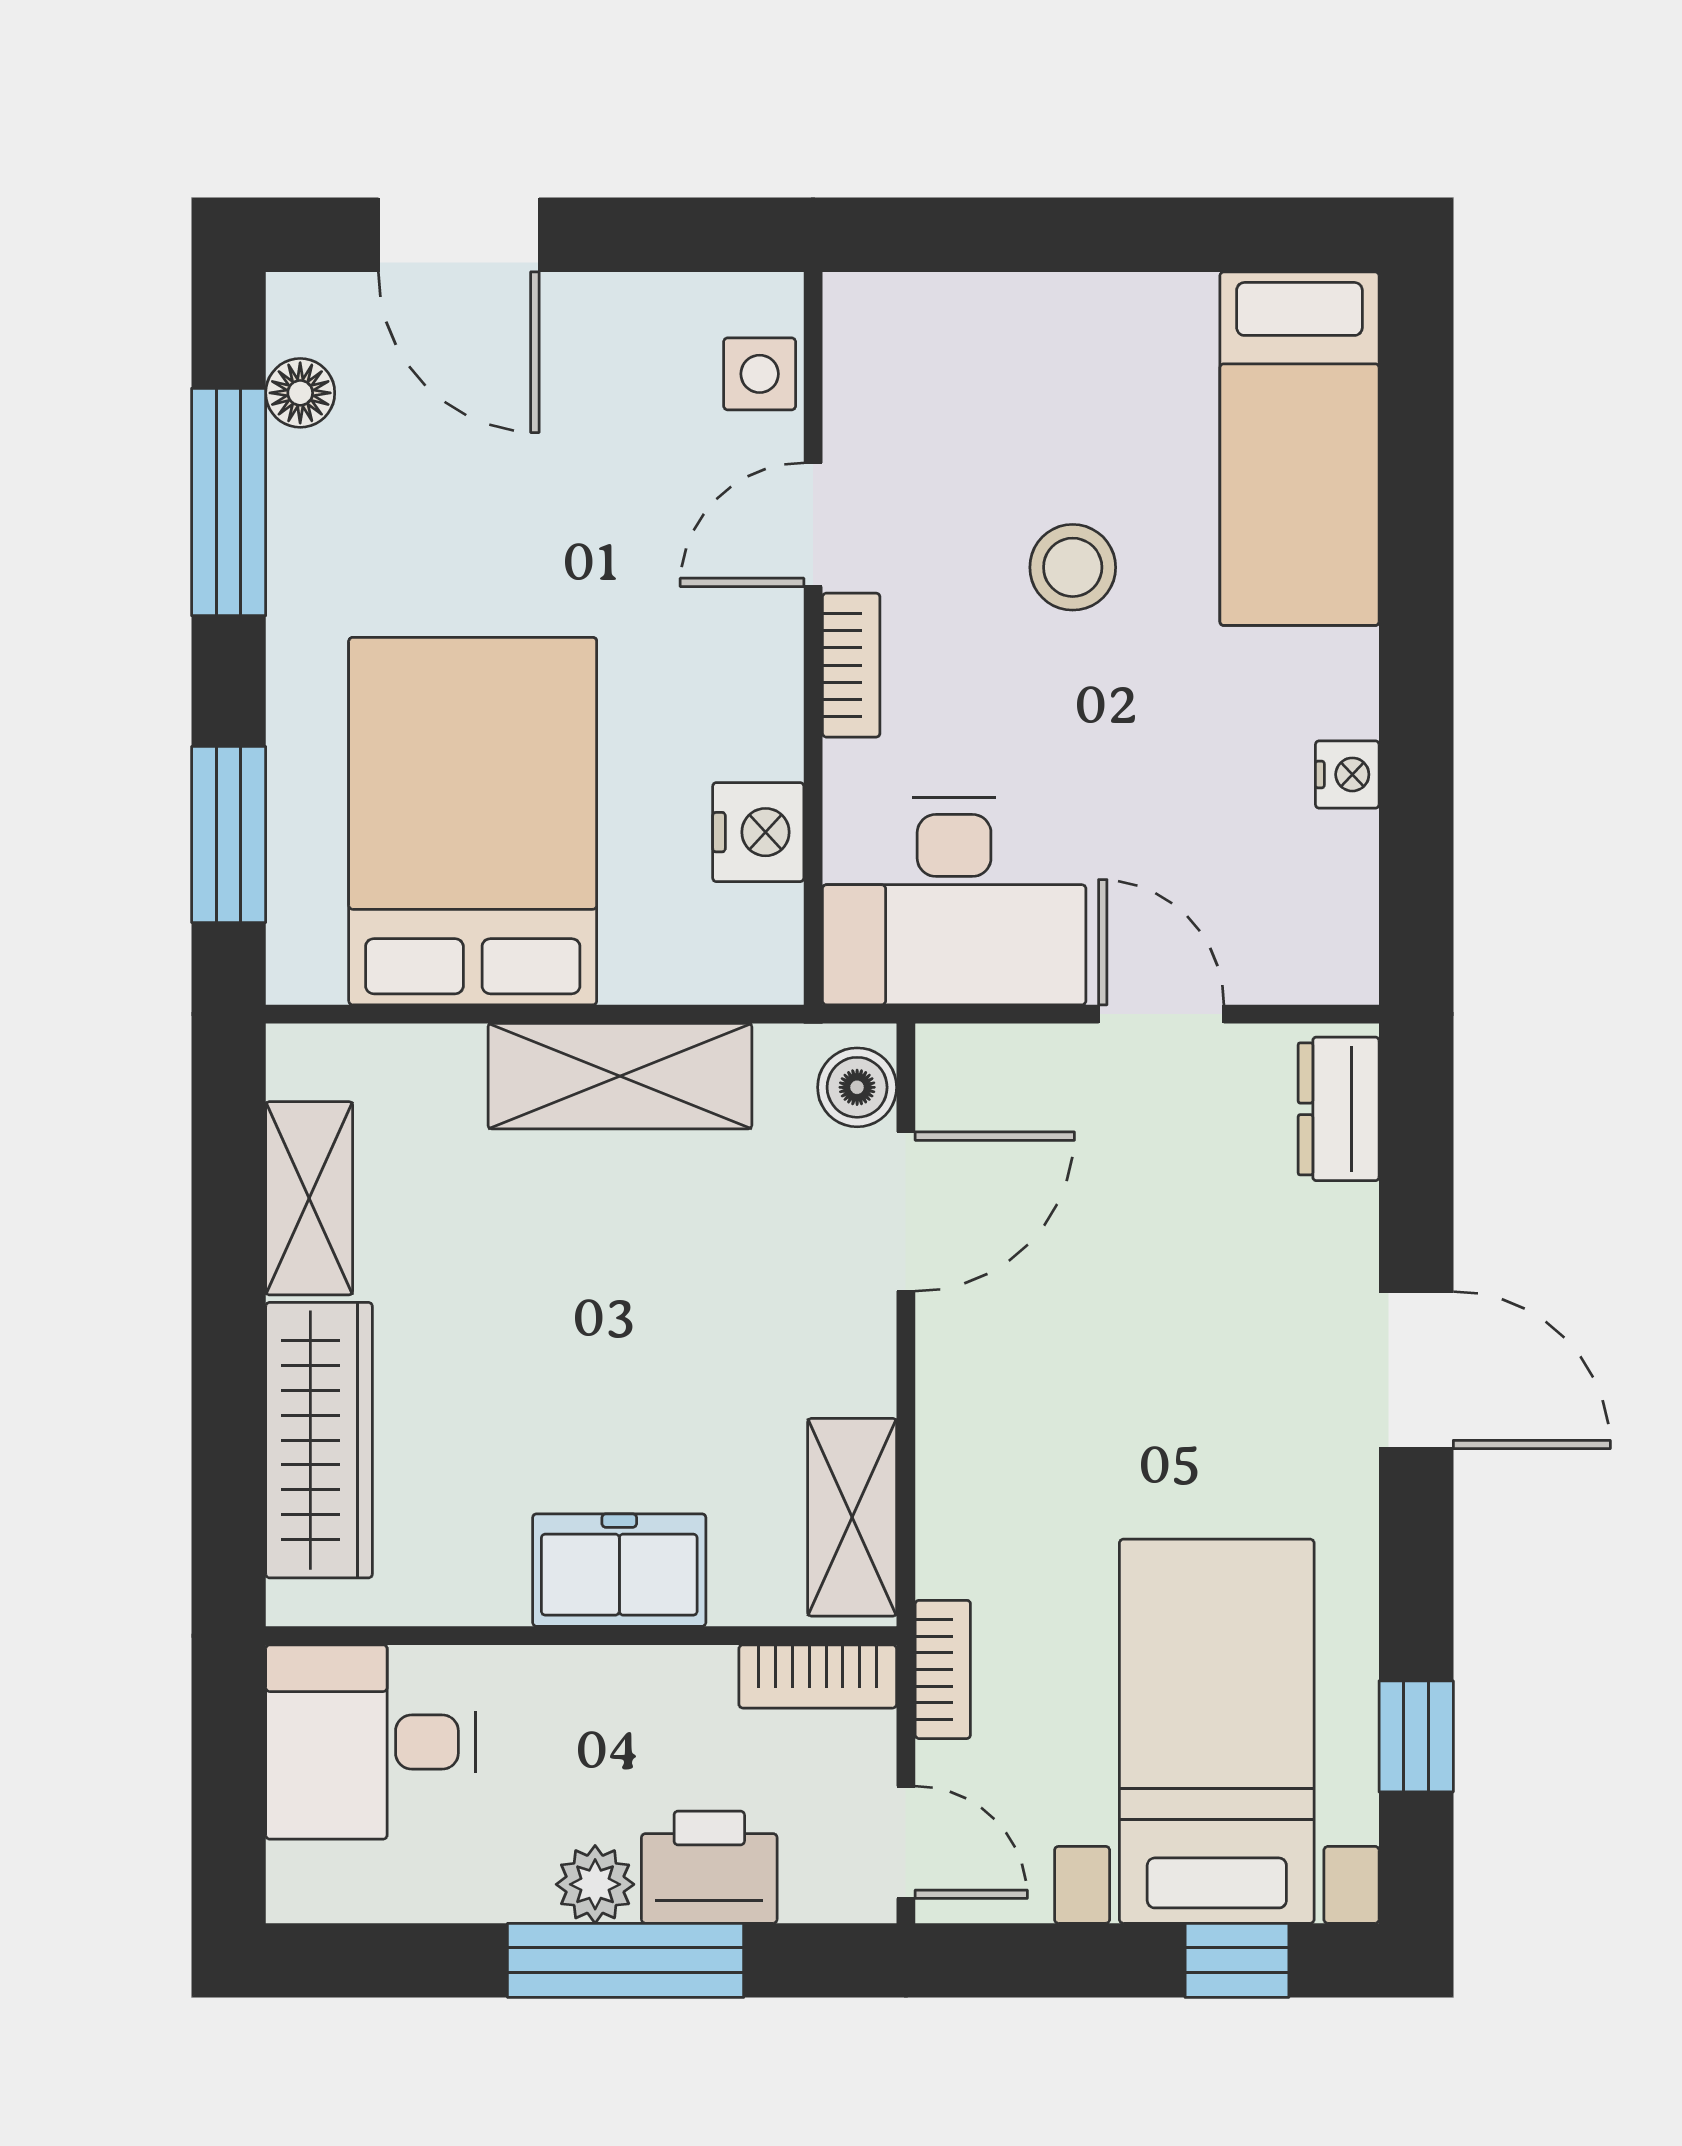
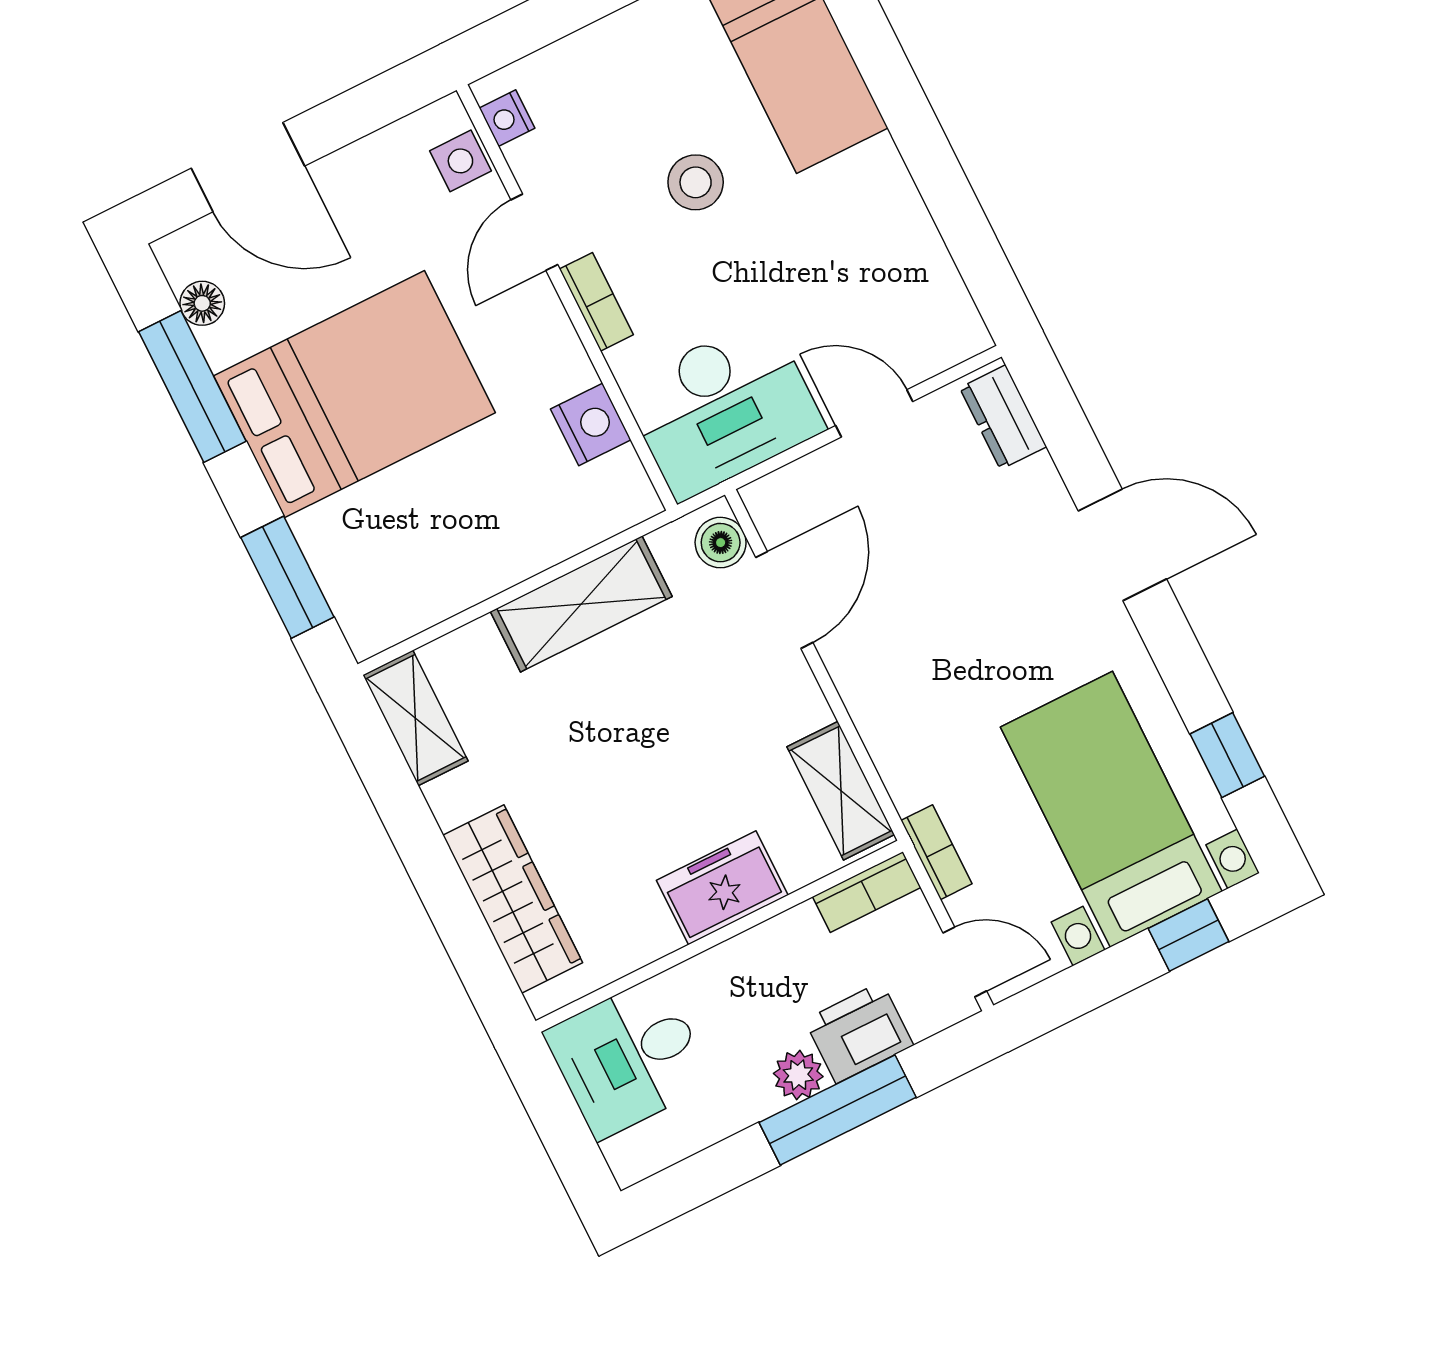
nightstand: (1347, 774) -> (507, 118), moved, turned 180
bed: (473, 821) -> (354, 394), moved, turned 90
shelving: (309, 1198) -> (415, 718), moved

